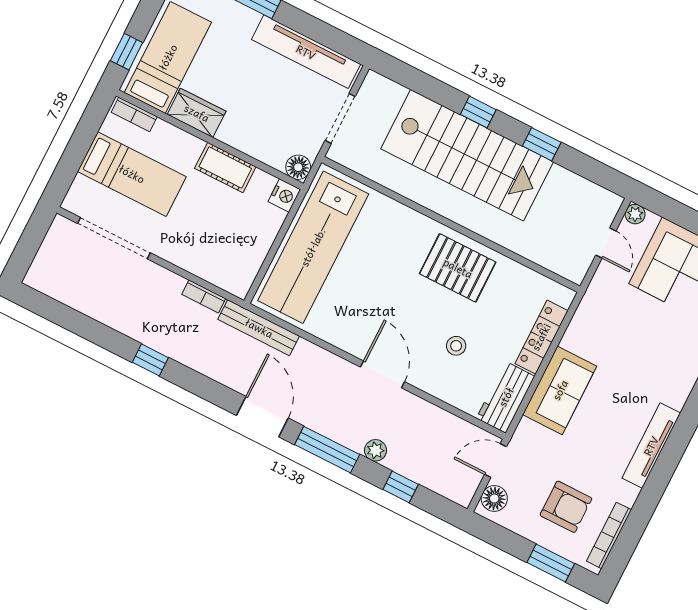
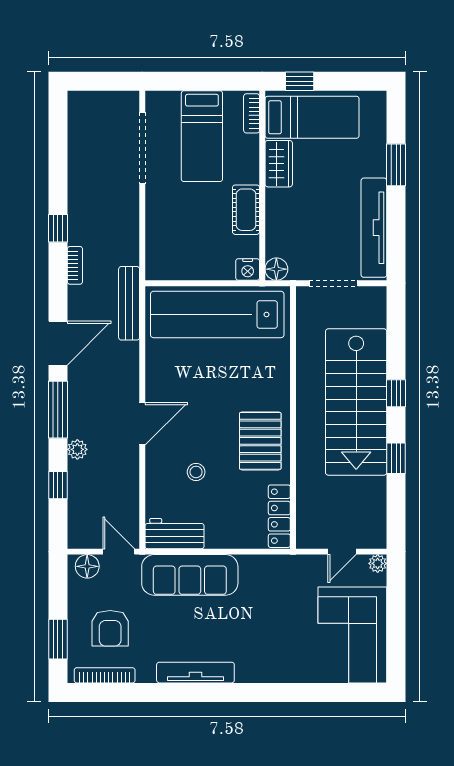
bookcase: (204, 296) -> (75, 265), moved, turned 180
locker: (541, 337) -> (279, 516), moved, turned -90
sofa: (560, 390) -> (190, 575), width x1.36

